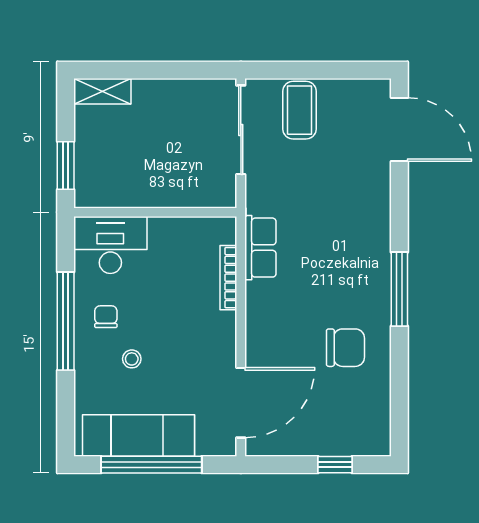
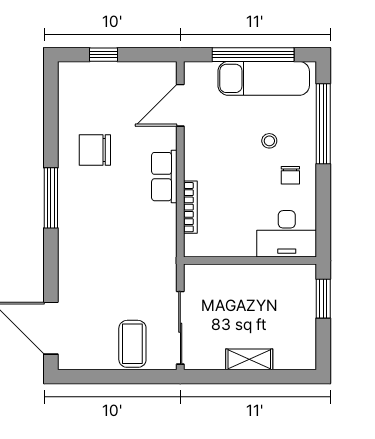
shelving: (102, 91) -> (249, 359), moved
row of seats: (260, 248) -> (164, 177), moved
window: (66, 321) -> (323, 124), moved
door: (241, 403) -> (180, 105), width x0.73

